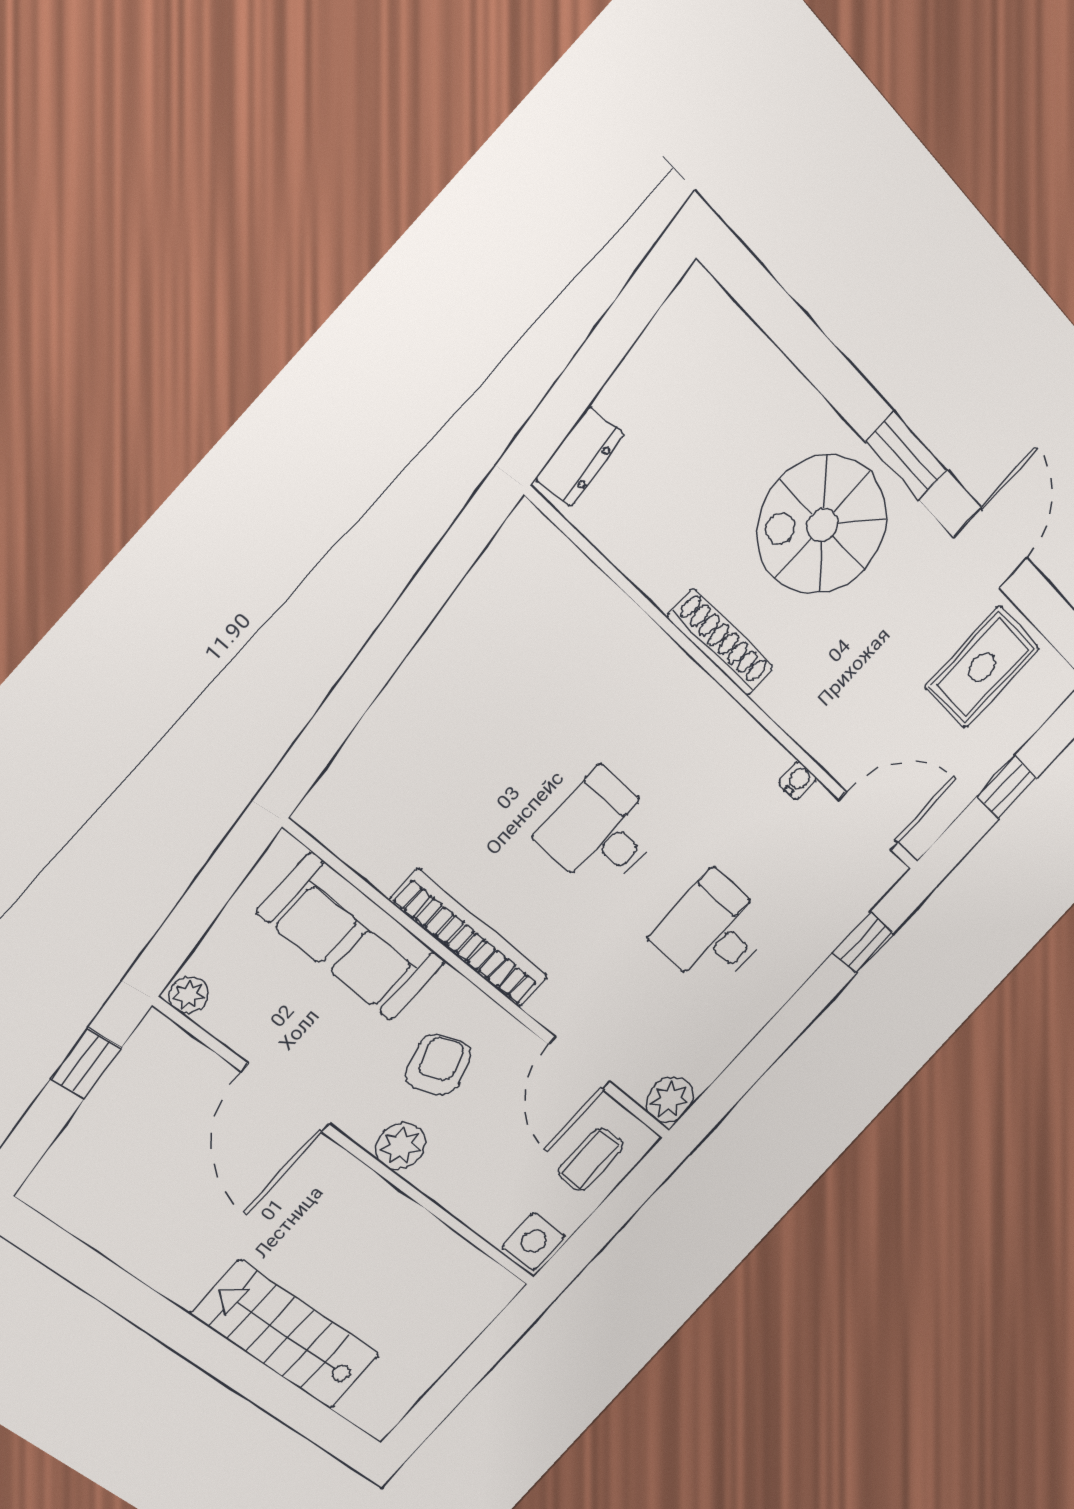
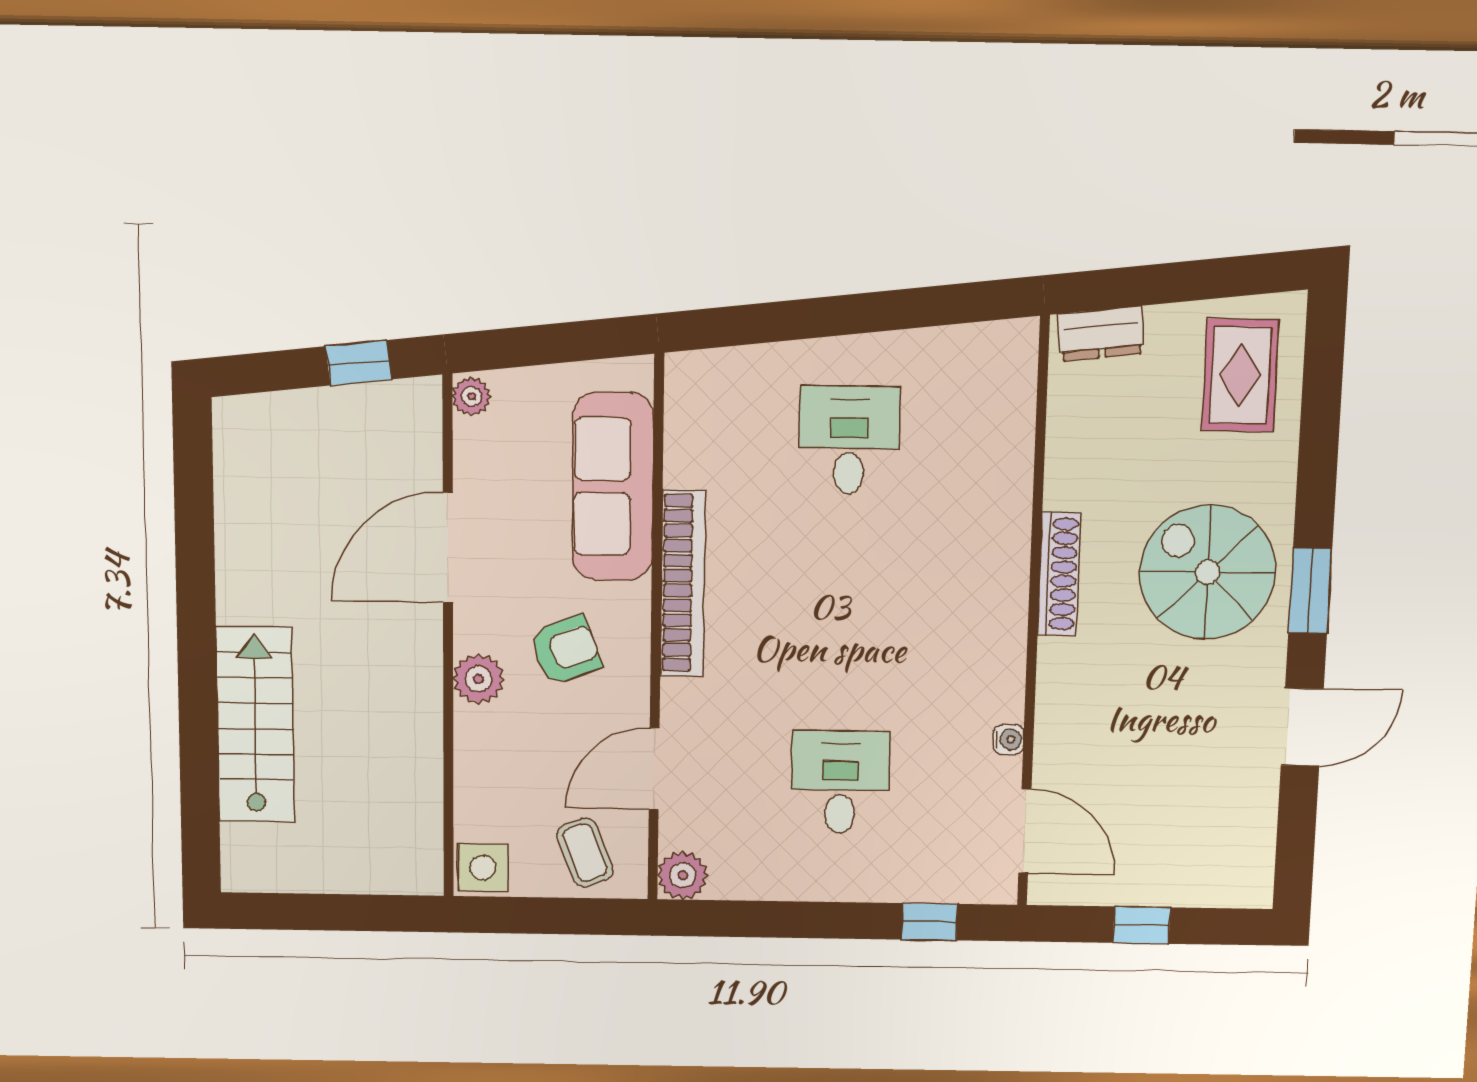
rug: (982, 667) -> (1240, 375), moved, turned 90
desk: (600, 832) -> (849, 440), moved
coffee table: (590, 1159) -> (585, 853), turned 69

